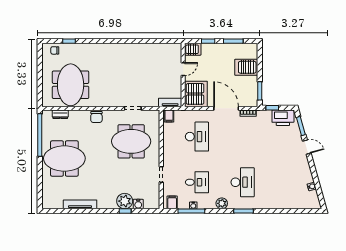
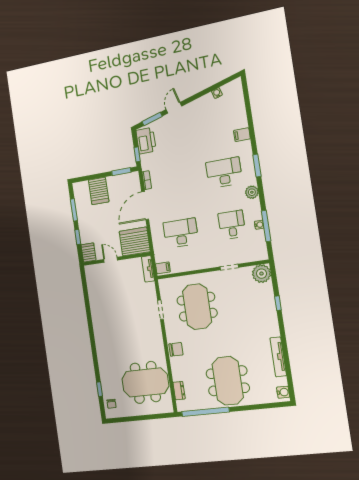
plant: (125, 201) -> (261, 274), moved
filing cabinet: (172, 202) -> (242, 135), moved
water cooler: (138, 204) -> (283, 392), moved

